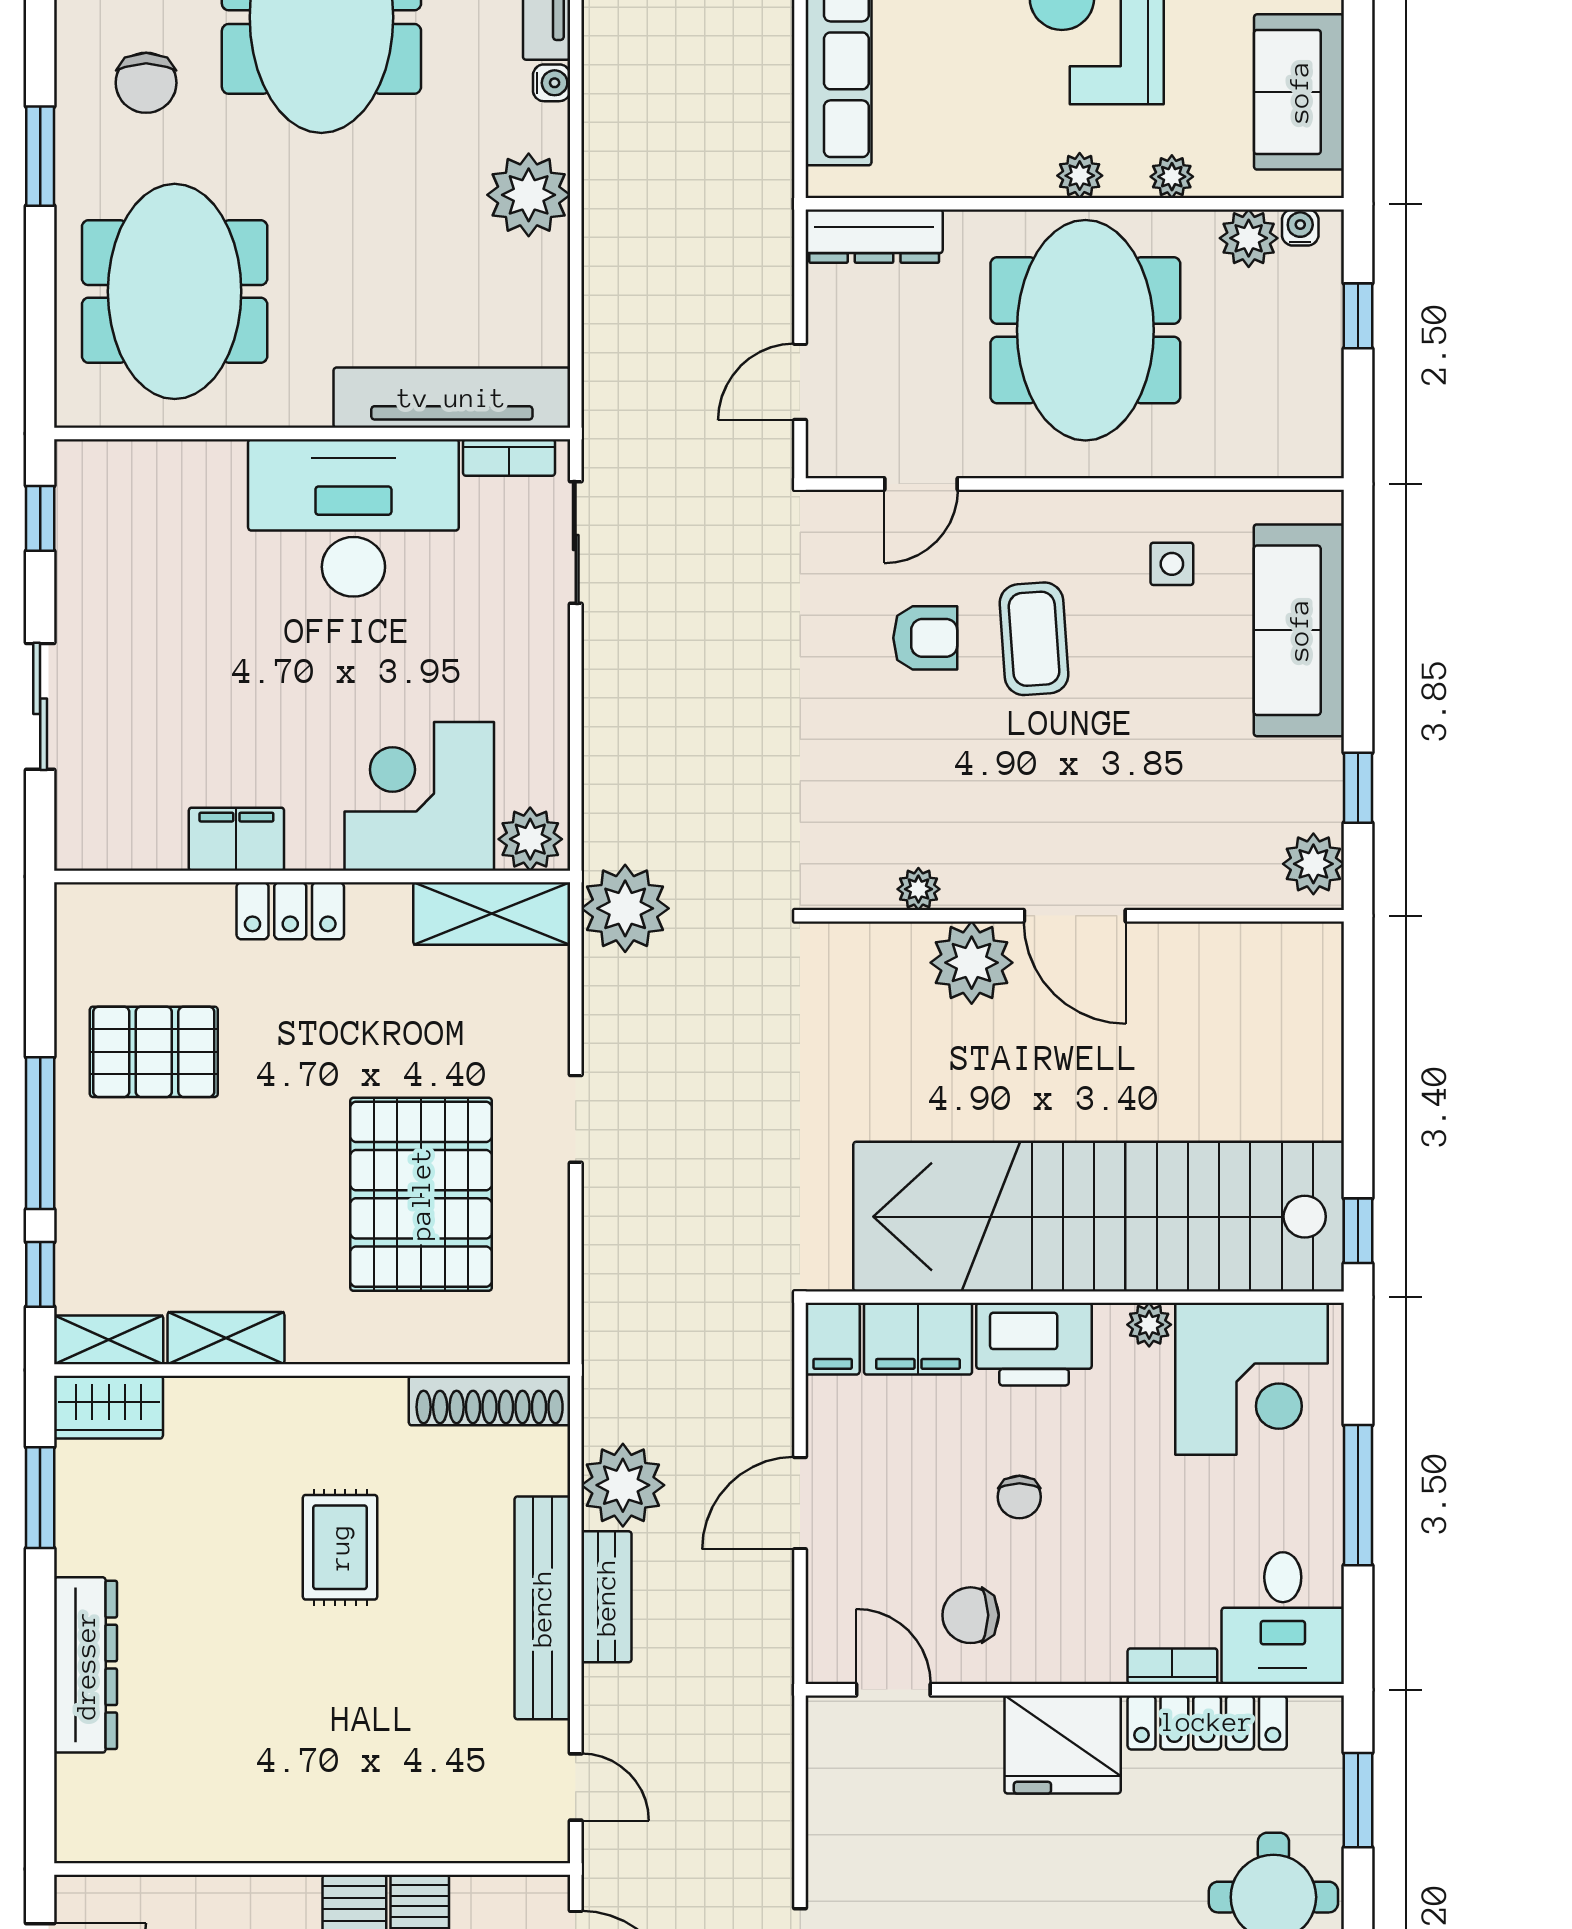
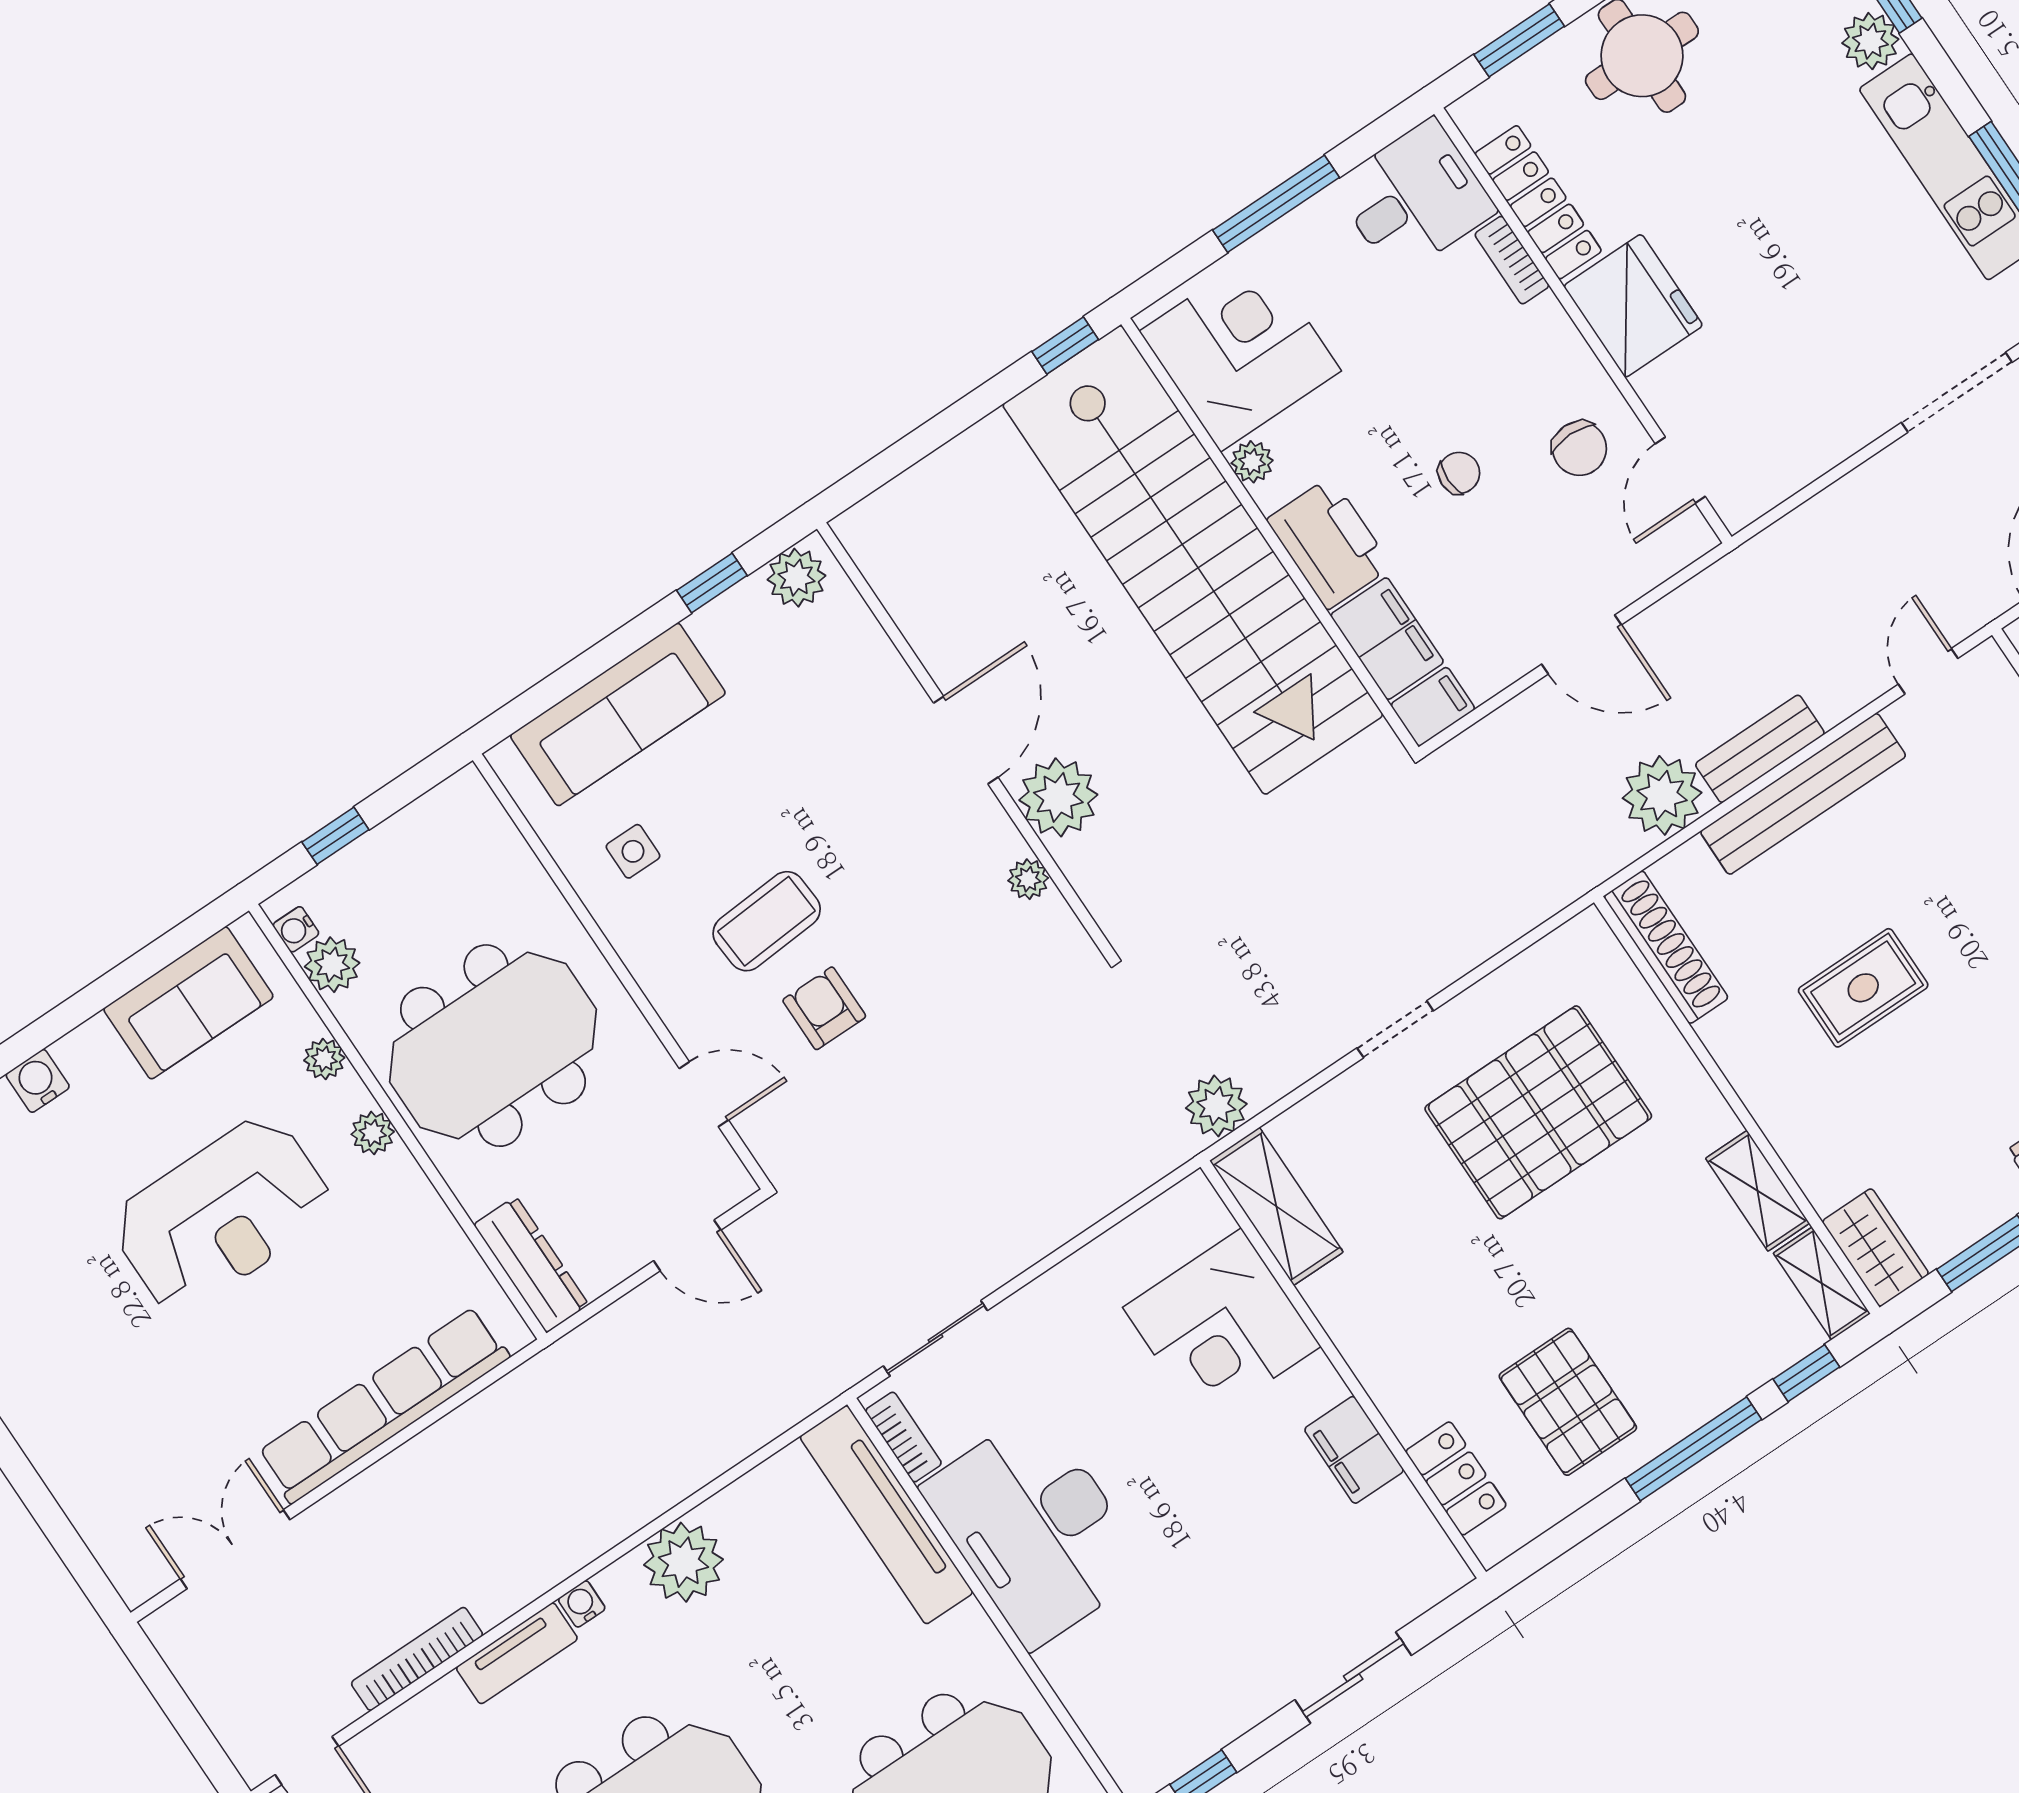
plant: (530, 839) -> (1196, 1216), removed
plant: (625, 908) -> (1216, 1106), width x0.73, depth x0.73
locker: (290, 911) -> (1456, 1478), moved

